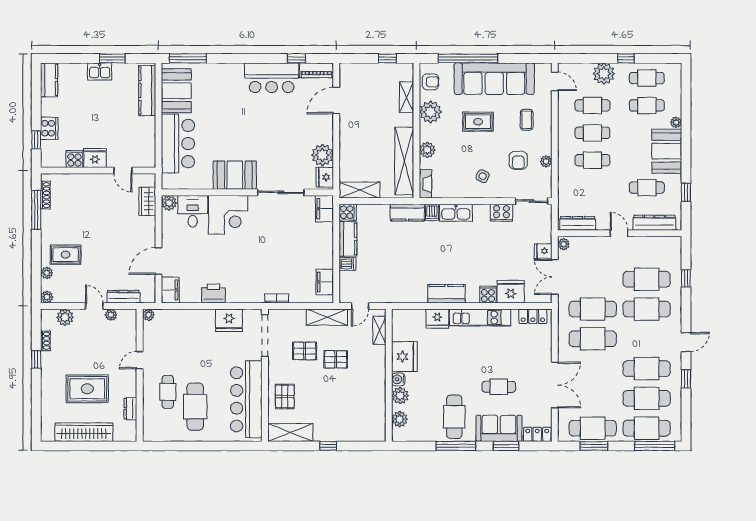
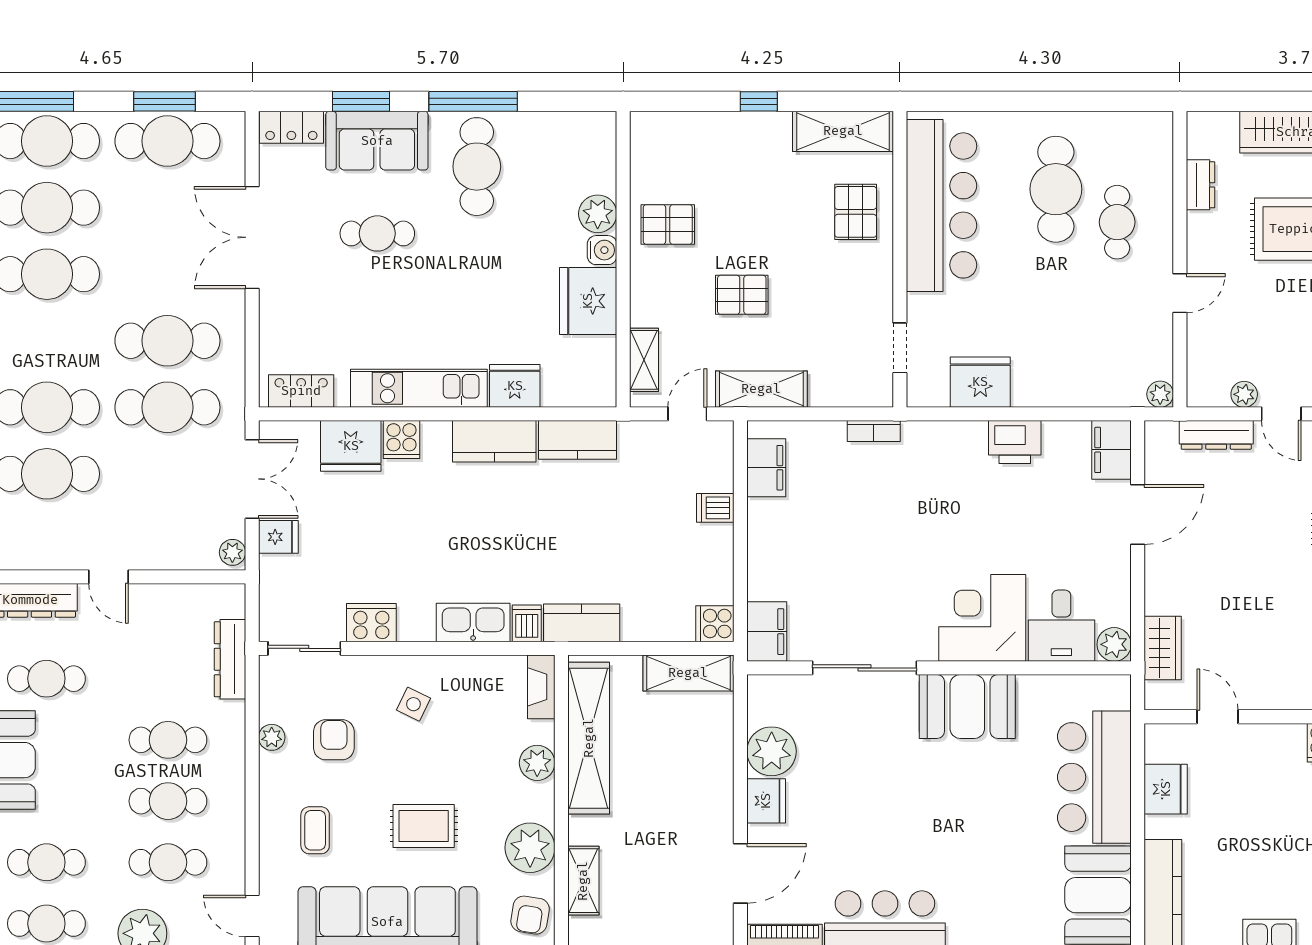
armchair: (430, 82) -> (530, 915), turned -81
fridge: (95, 158) -> (1166, 789), moved, turned -90
fridge: (325, 177) -> (766, 801), moved
dresser: (578, 223) -> (230, 659), moved, turned 90
kitchen counter: (348, 239) -> (578, 440), moved, turned -90
doorway: (265, 336) -> (900, 348), width x0.53
pallet: (305, 351) -> (668, 225), moved
plant: (400, 419) -> (599, 161), removed

